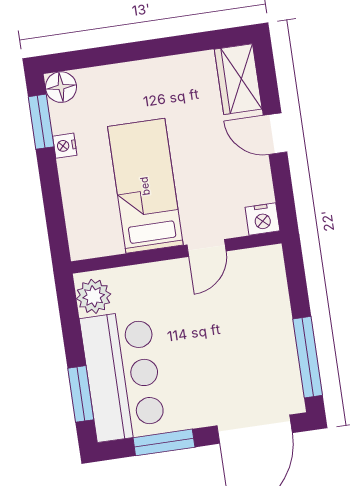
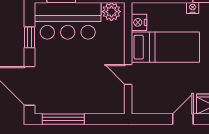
nightstand: (262, 219) -> (139, 22), moved
window: (164, 442) -> (30, 37), width x0.67

